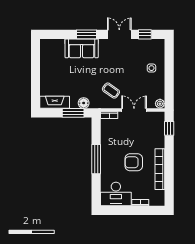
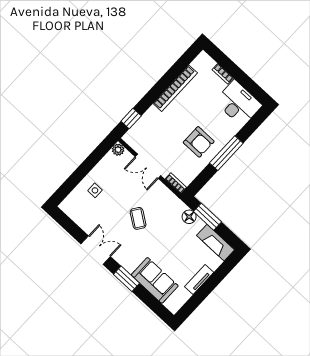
double door: (119, 34) -> (96, 250), swing flipped
window: (145, 34) -> (72, 228), removed
sofa: (82, 48) -> (155, 280), moved
tv unit: (45, 72) -> (199, 280), added
coffee table: (111, 91) -> (138, 218), moved
armchair: (134, 162) -> (199, 142), moved

